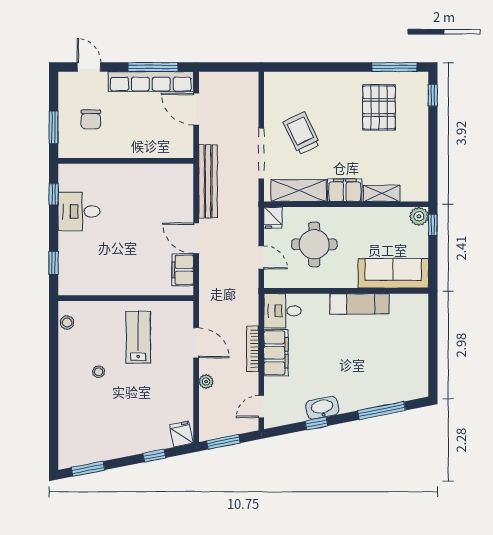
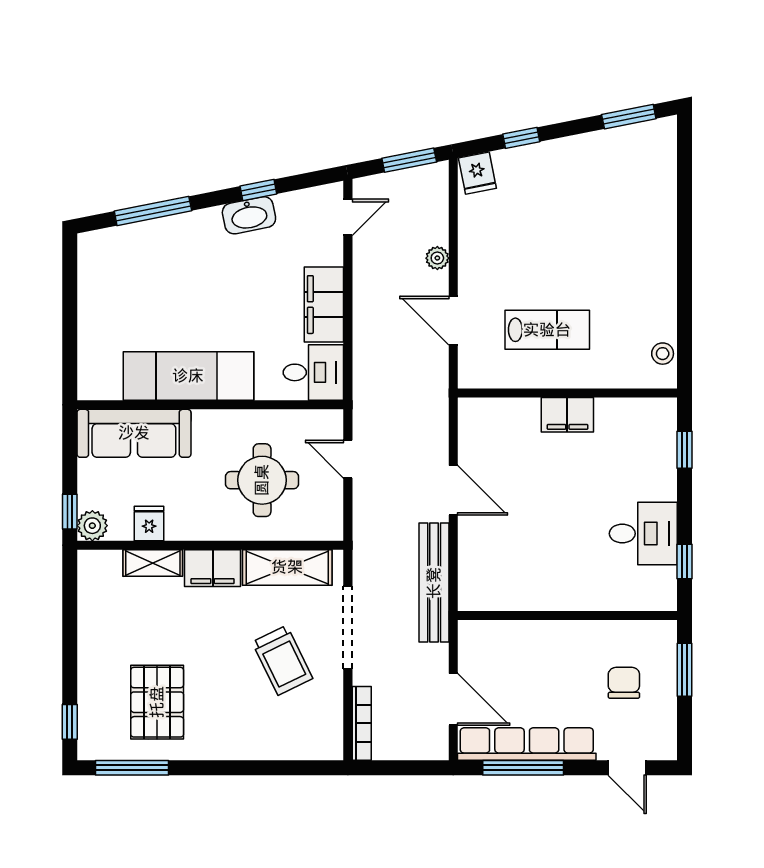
fridge: (273, 218) -> (149, 523), moved
filing cabinet: (183, 270) -> (567, 415), moved, turned 90
exam couch: (360, 304) -> (188, 376), width x1.36, depth x1.45
lab bench: (138, 337) -> (547, 330), turned -90
bookcase: (253, 349) -> (362, 723), moved
stool: (99, 372) -> (611, 274), removed

